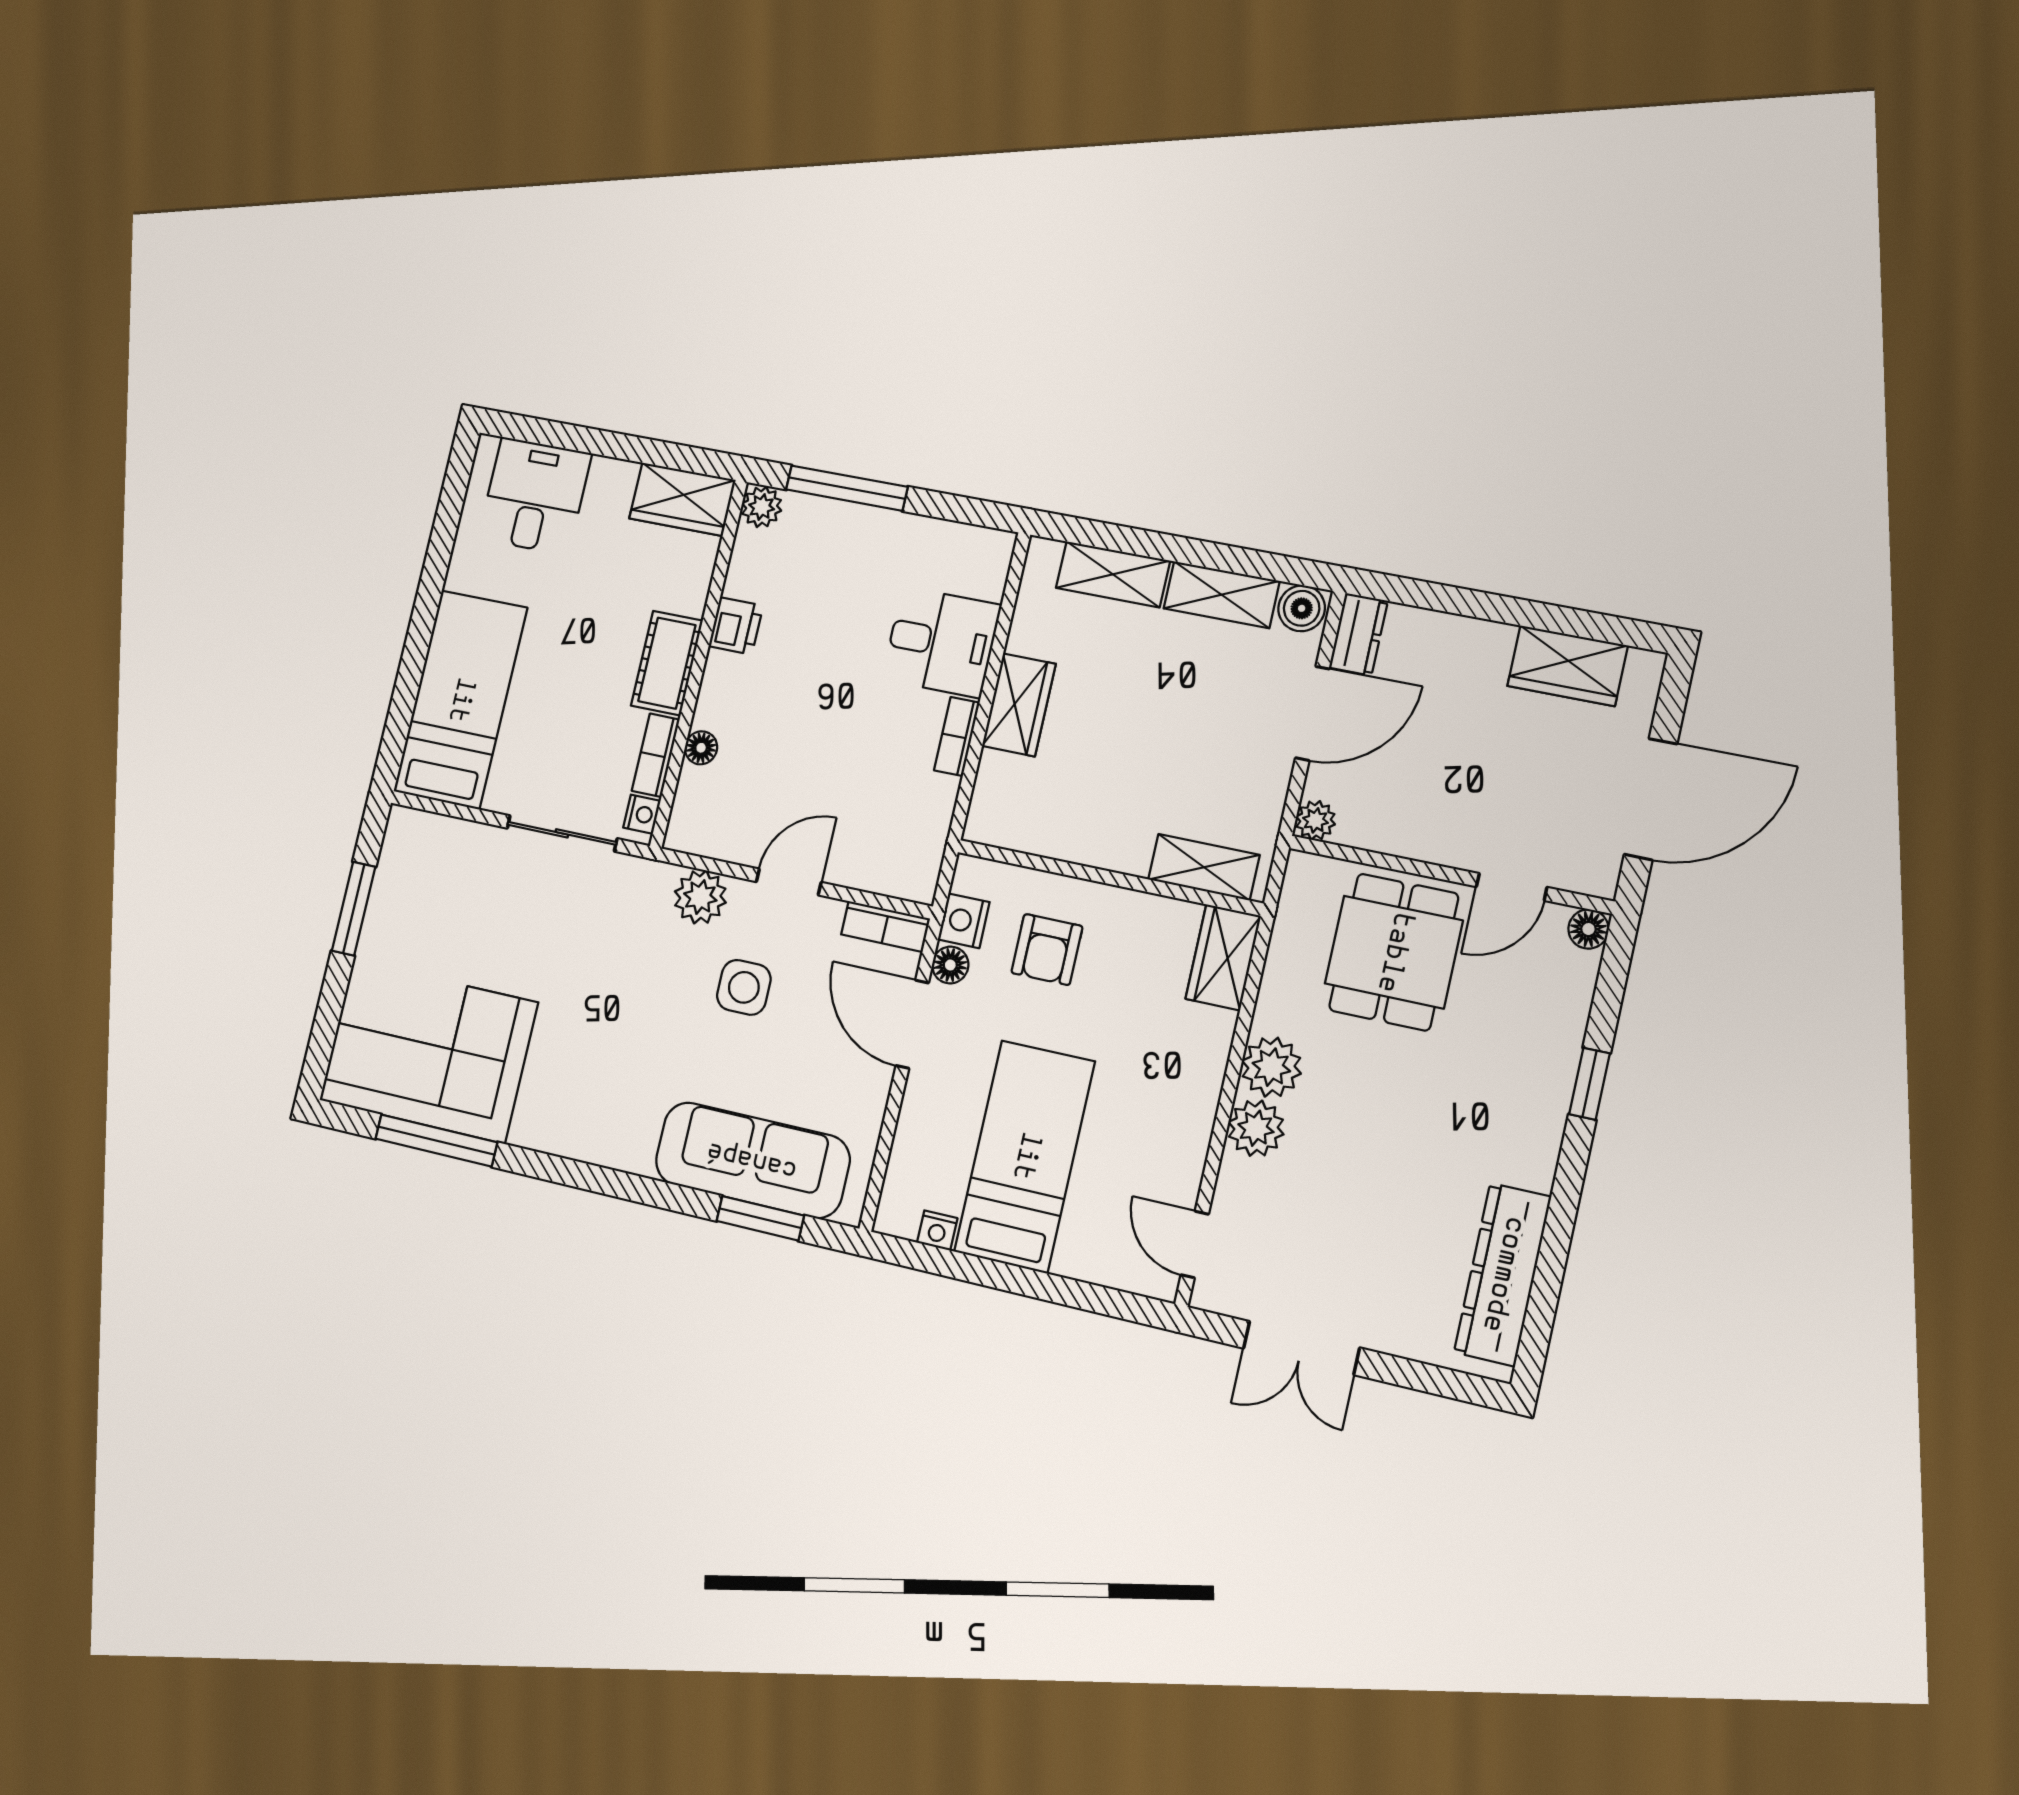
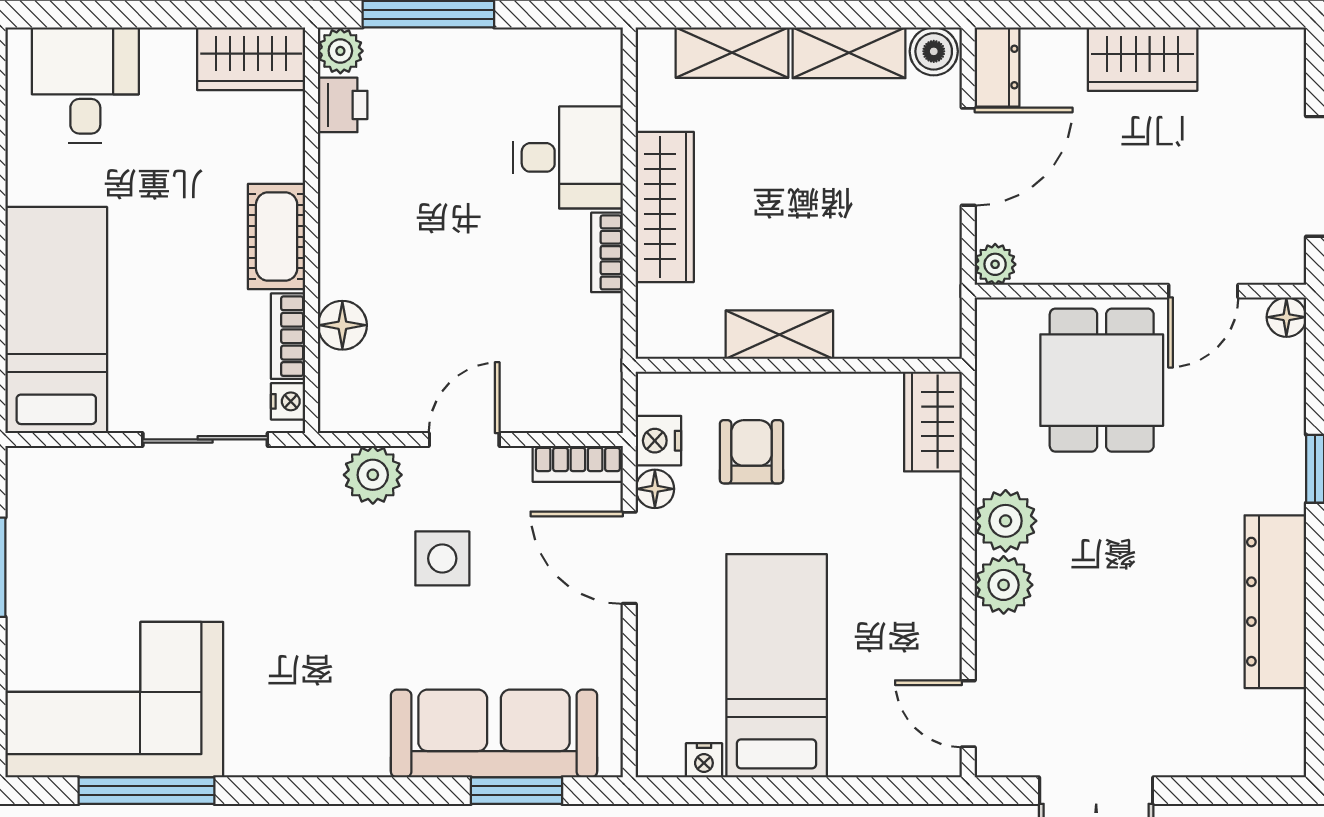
printer: (736, 626) -> (343, 105), moved
wardrobe: (1567, 666) -> (1143, 59), moved
wardrobe: (1019, 705) -> (665, 207), width x1.50
floor lamp: (701, 748) -> (342, 325), width x1.37, depth x1.37
shelving: (1204, 867) -> (779, 335), moved
armchair: (1047, 950) -> (751, 452), turned 180
dresser: (1503, 1274) -> (1275, 602), moved

